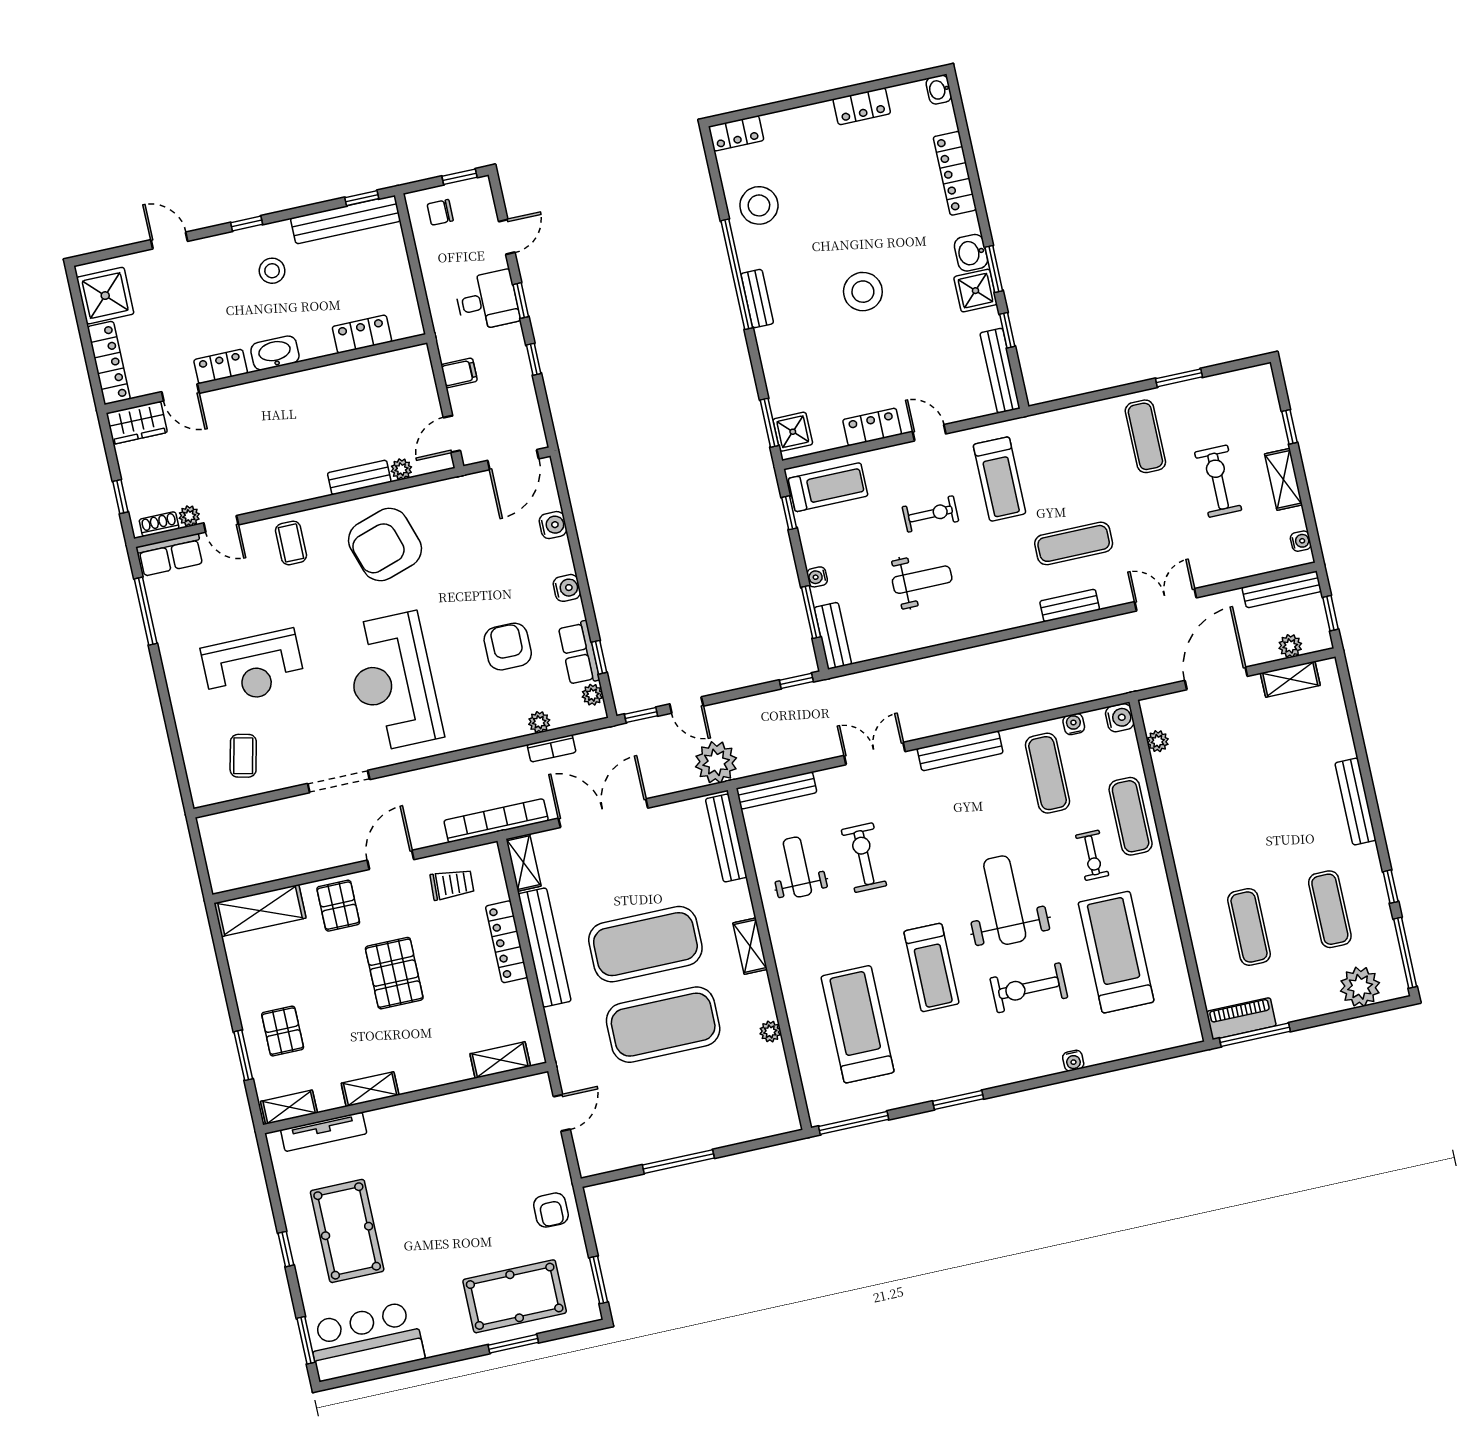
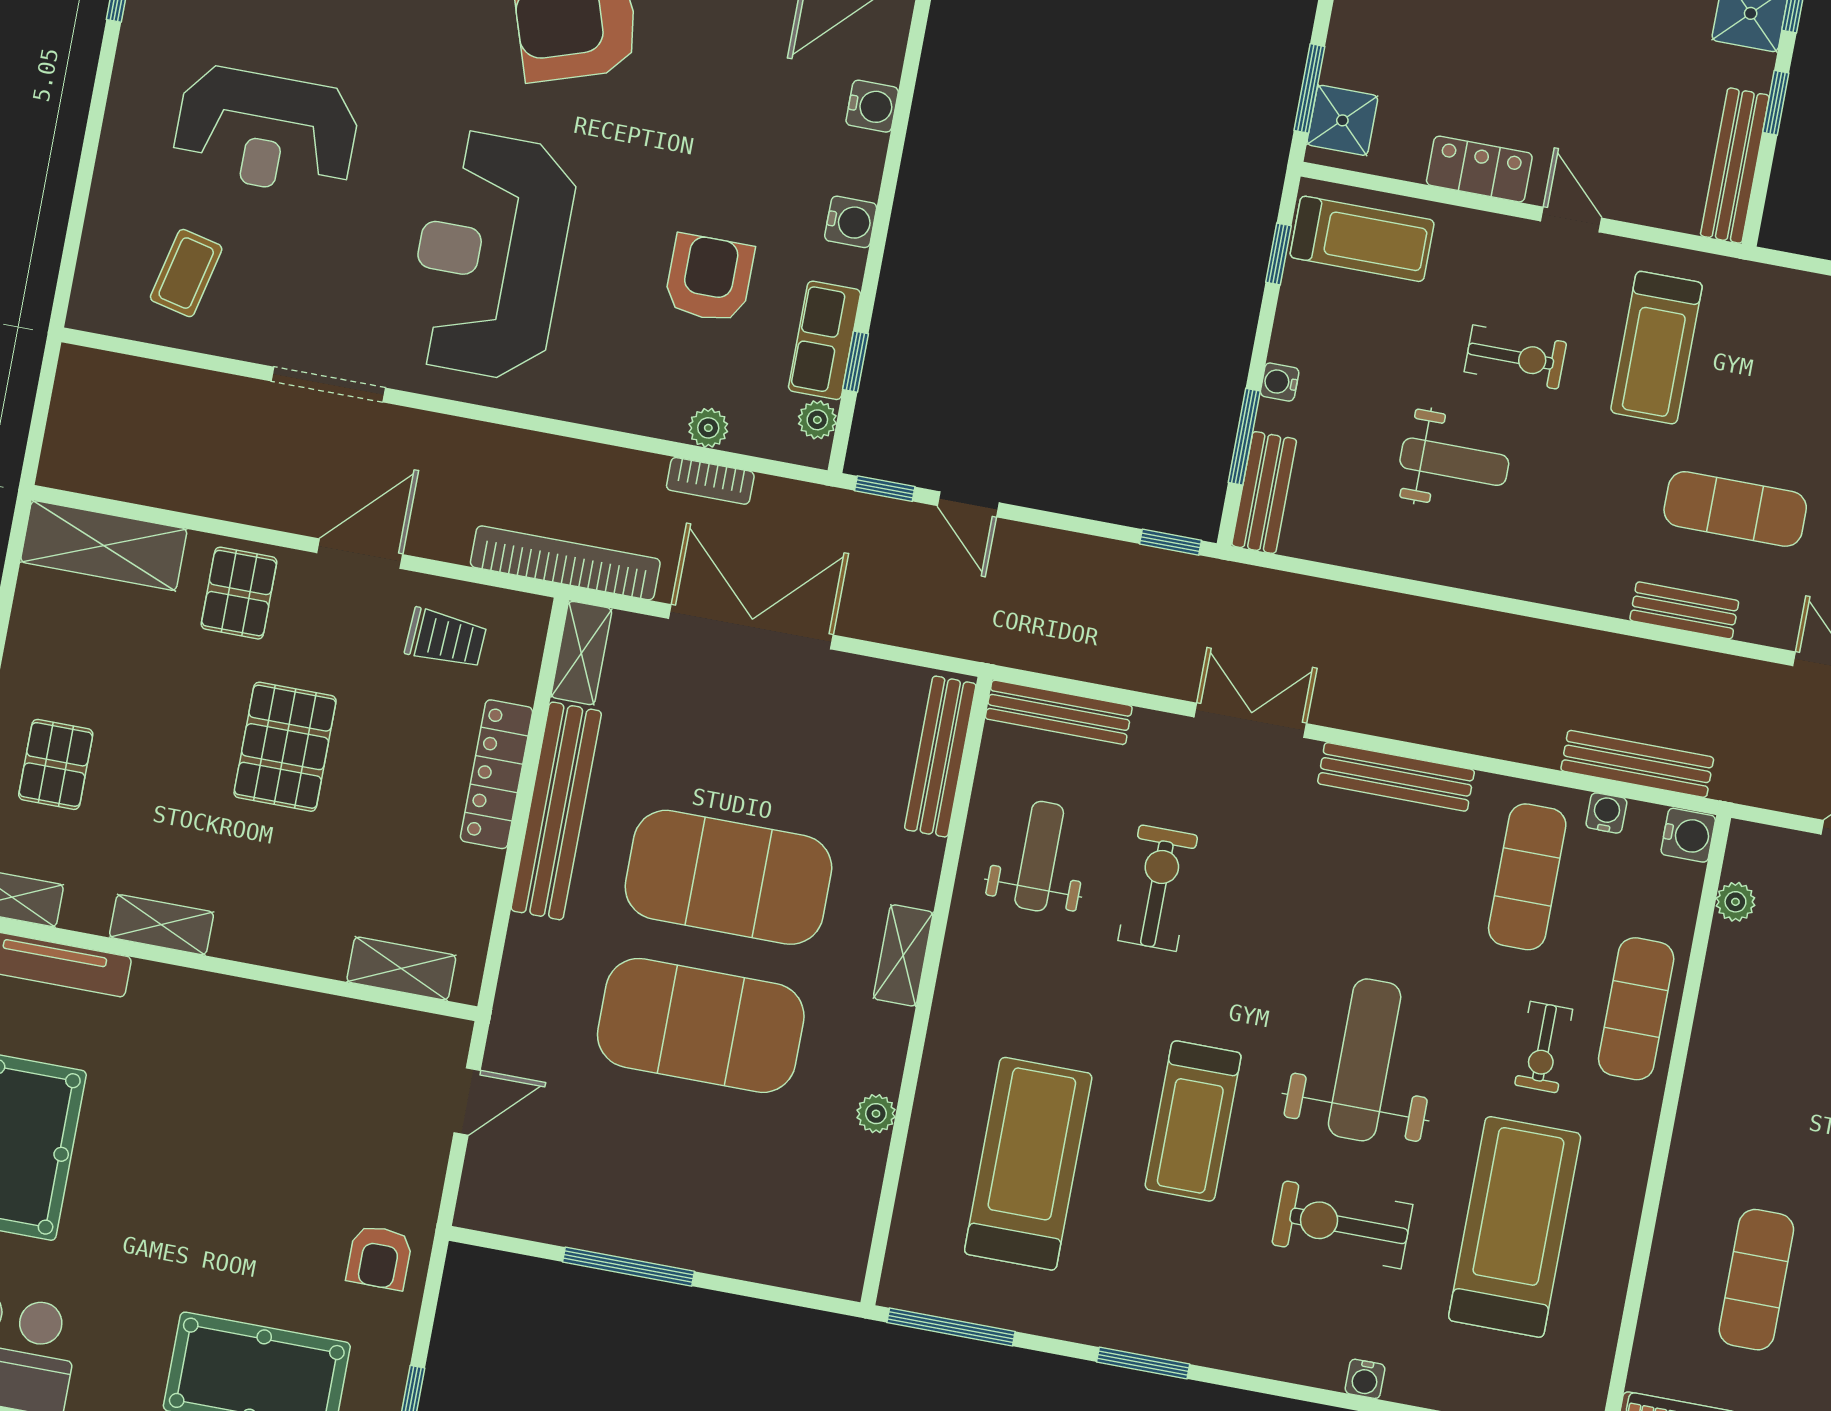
bench: (1079, 693) -> (1637, 764), added
plant: (716, 762) -> (977, 622), removed

